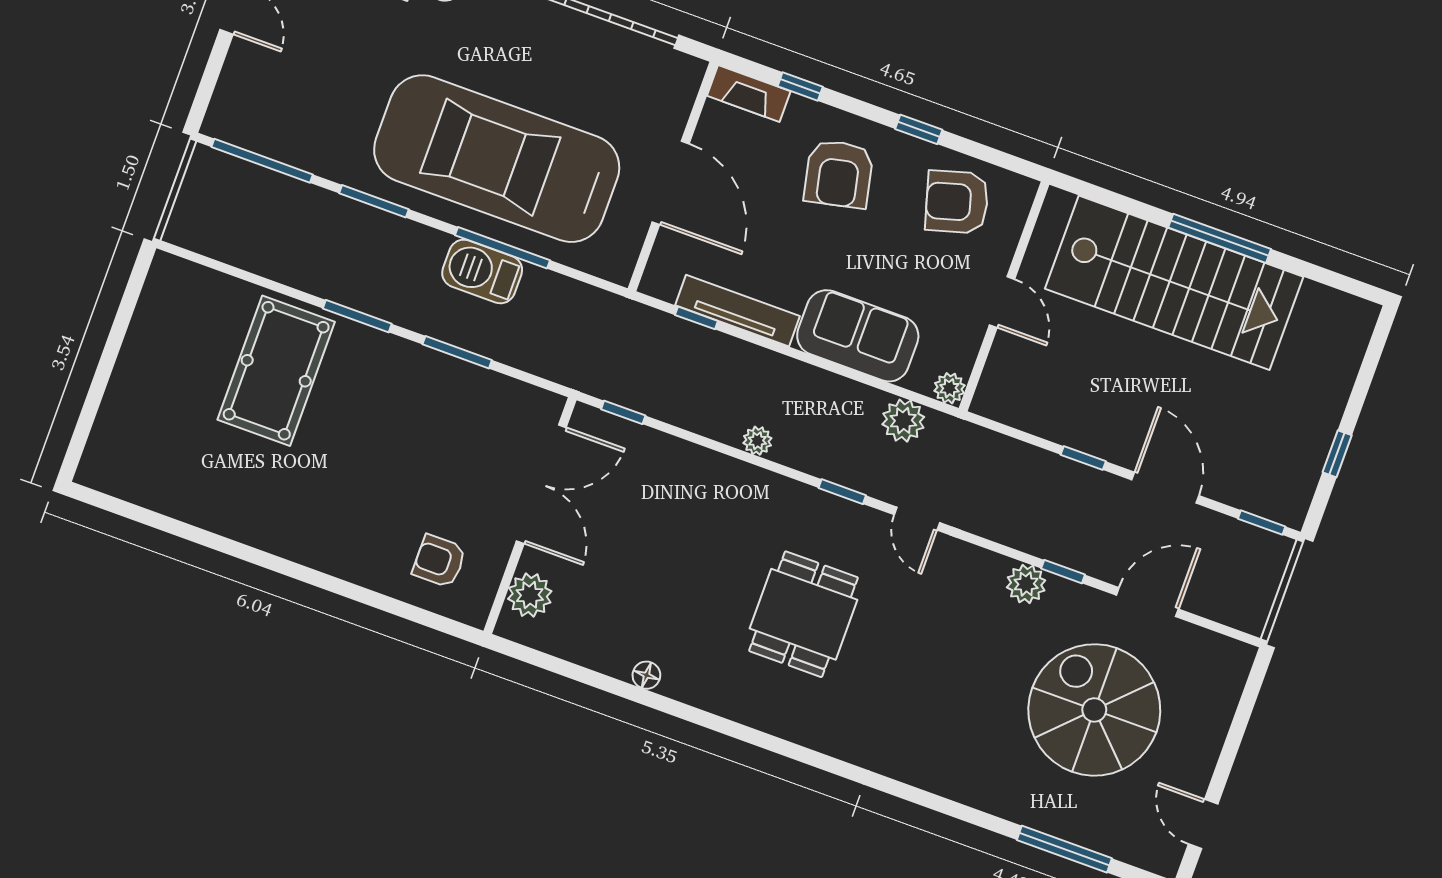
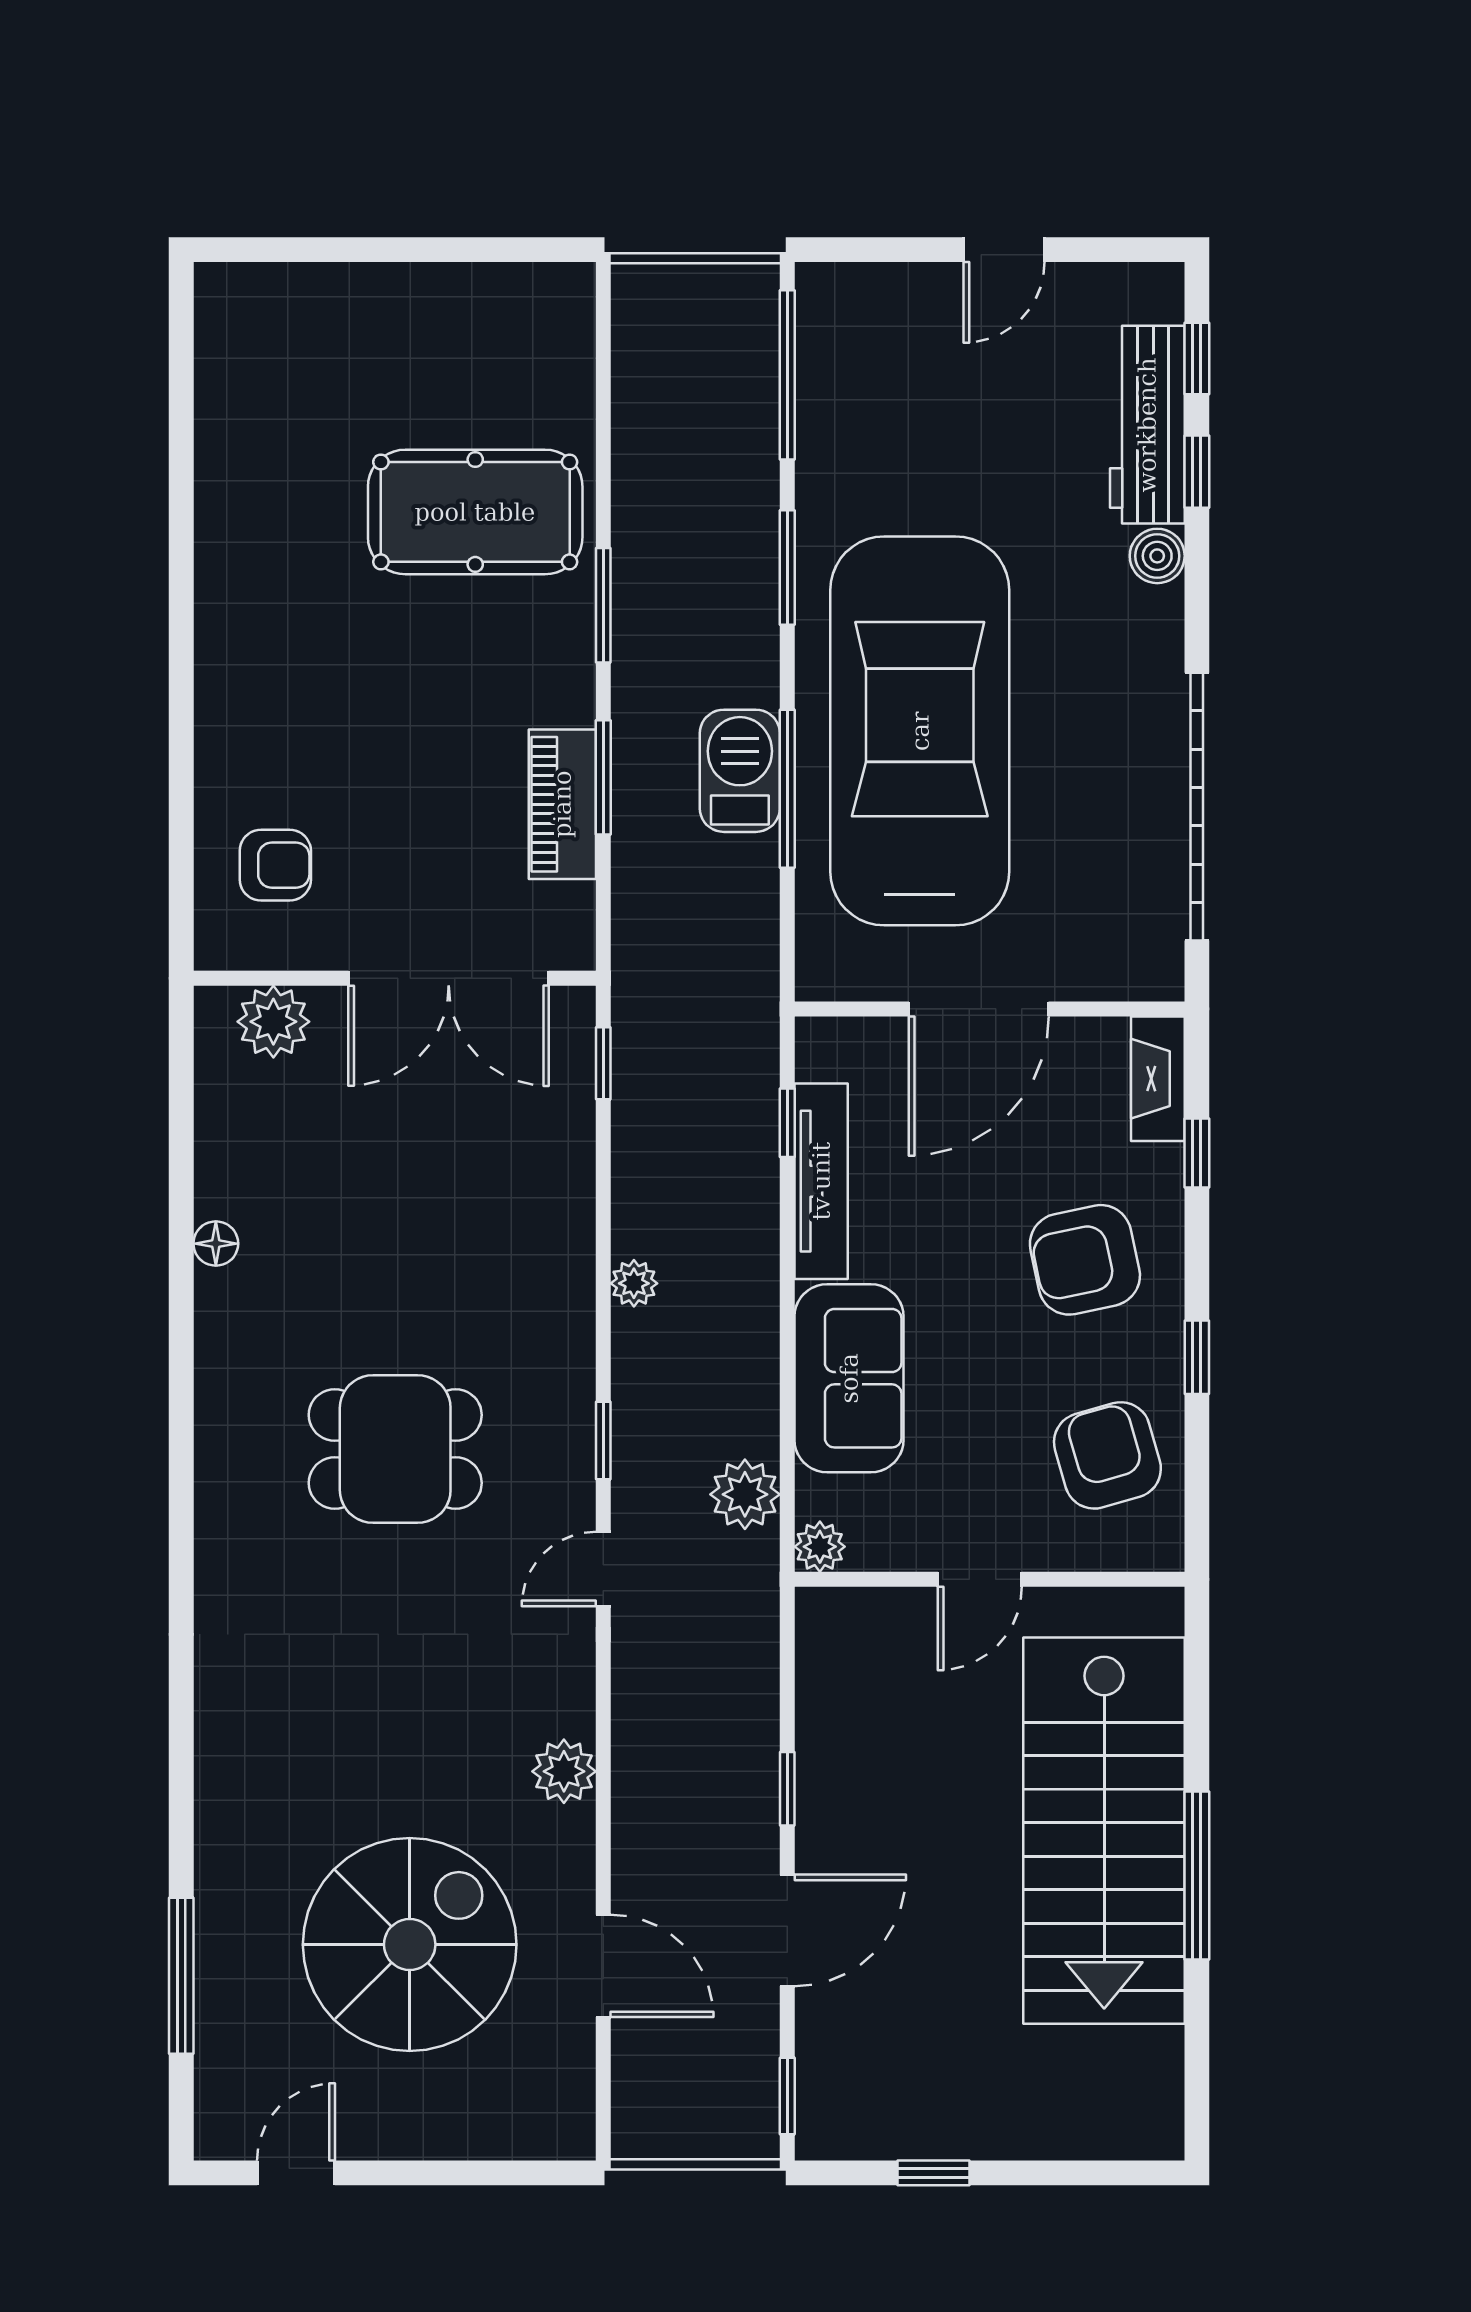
piano: (464, 382) -> (562, 804), added
armchair: (439, 561) -> (275, 865), turned 90
window: (1063, 572) -> (603, 1821), removed

